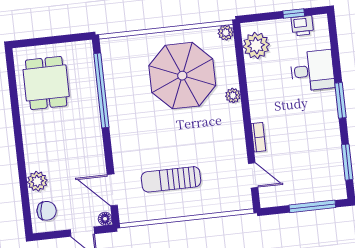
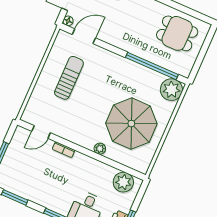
plant: (226, 33) -> (171, 90), moved, width x1.88, depth x1.88

